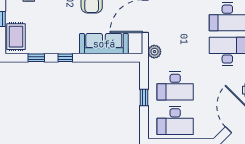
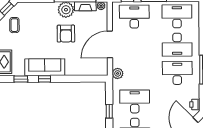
sofa: (104, 44) -> (45, 67), moved
desk: (175, 86) -> (135, 101), turned 180

